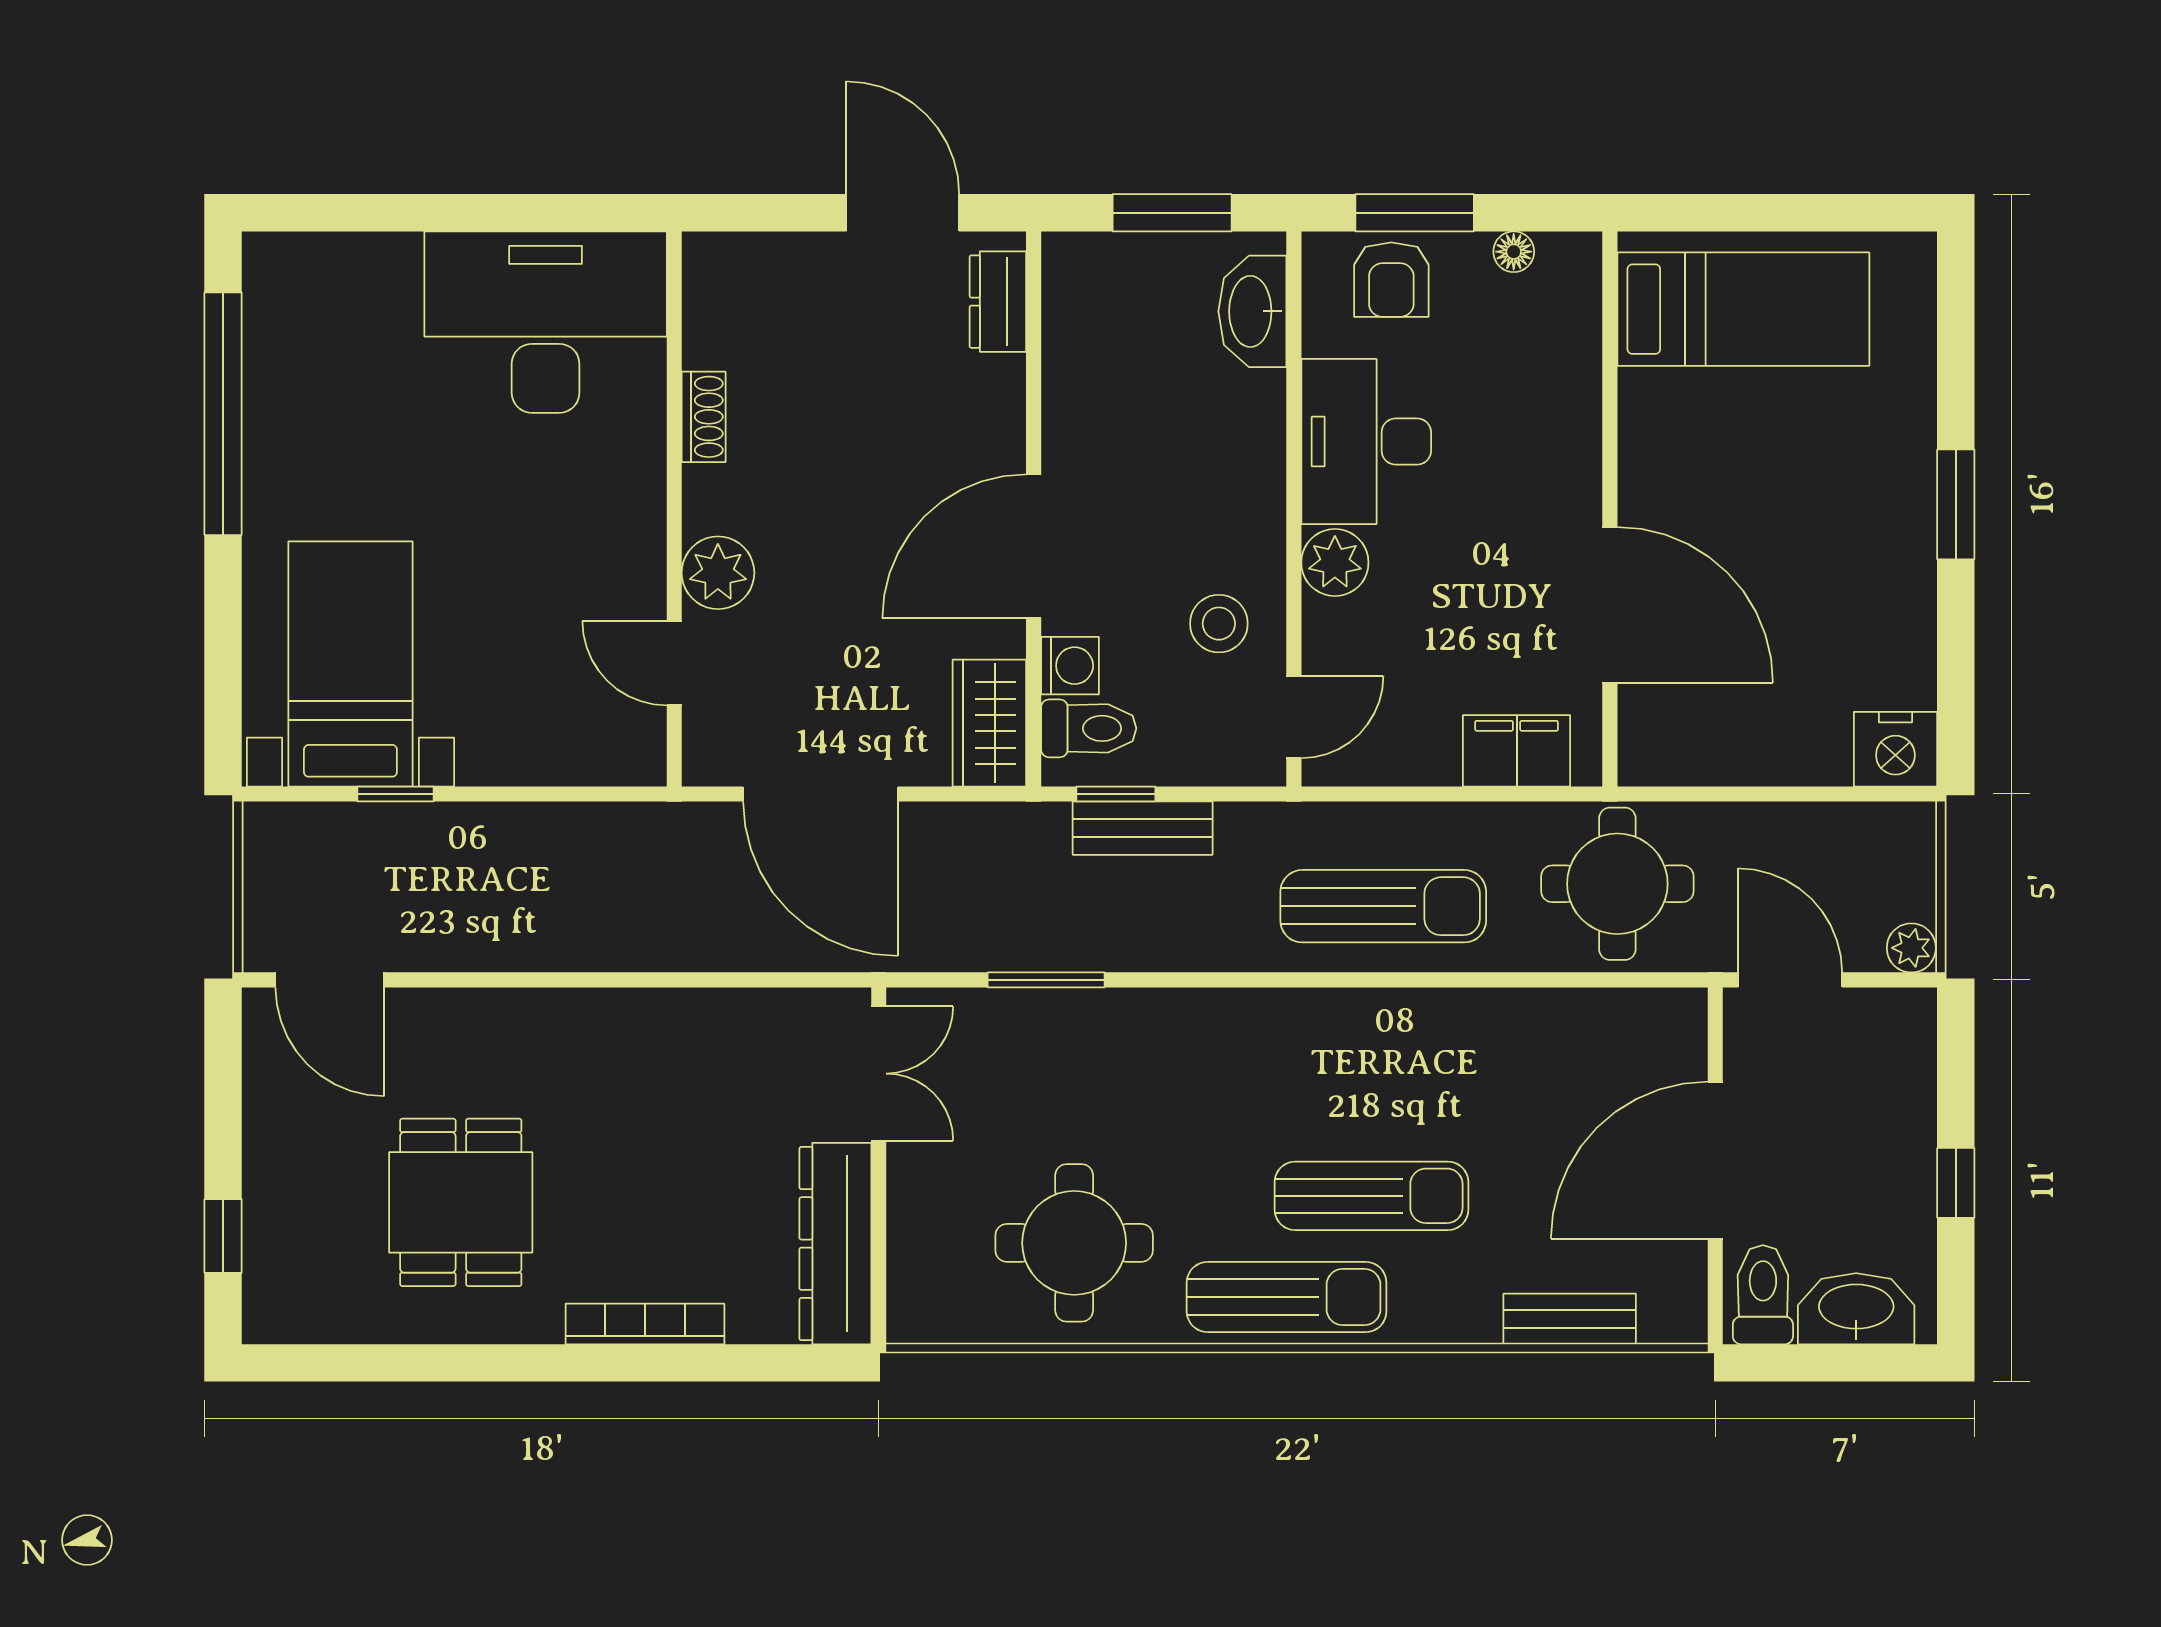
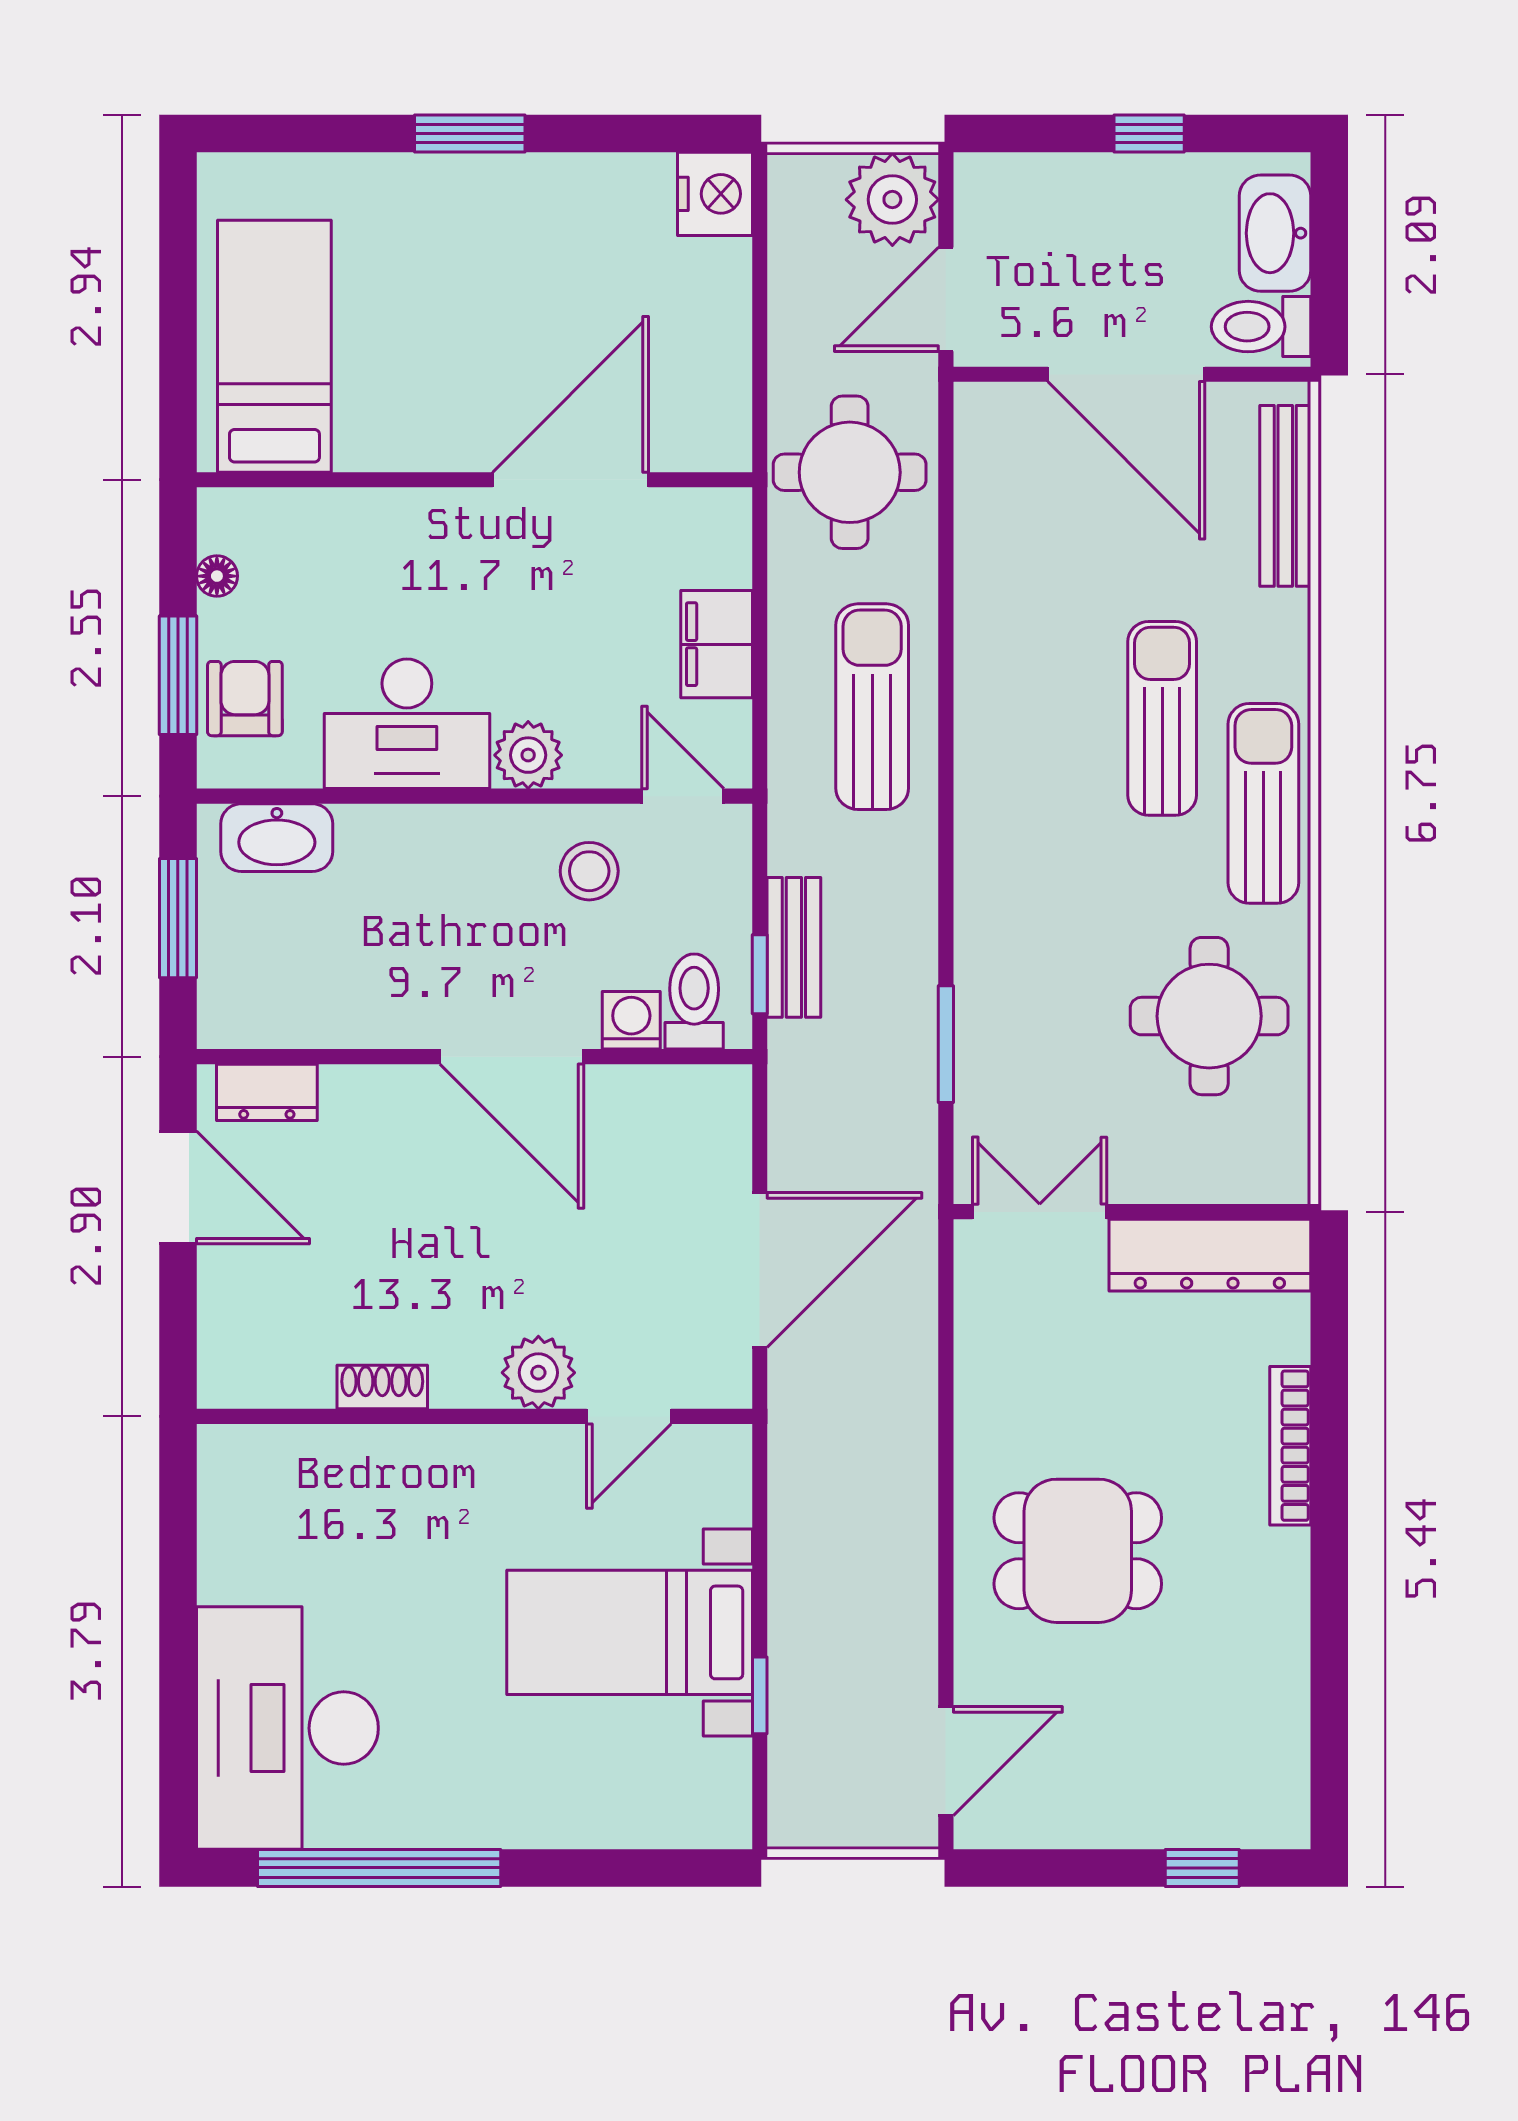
door: (903, 213) -> (178, 1188), swing flipped
armchair: (1391, 280) -> (245, 699), turned -90
desk: (546, 322) -> (287, 1728), moved
bed with nightstands: (350, 664) -> (630, 1632), moved
wardrobe: (989, 723) -> (689, 1101), removed
filing cabinet: (1517, 751) -> (717, 644), moved
plant: (1911, 948) -> (892, 200), width x1.87, depth x1.87
dining table: (461, 1202) -> (1078, 1551), moved
bench: (1570, 1319) -> (1285, 496), width x1.36

